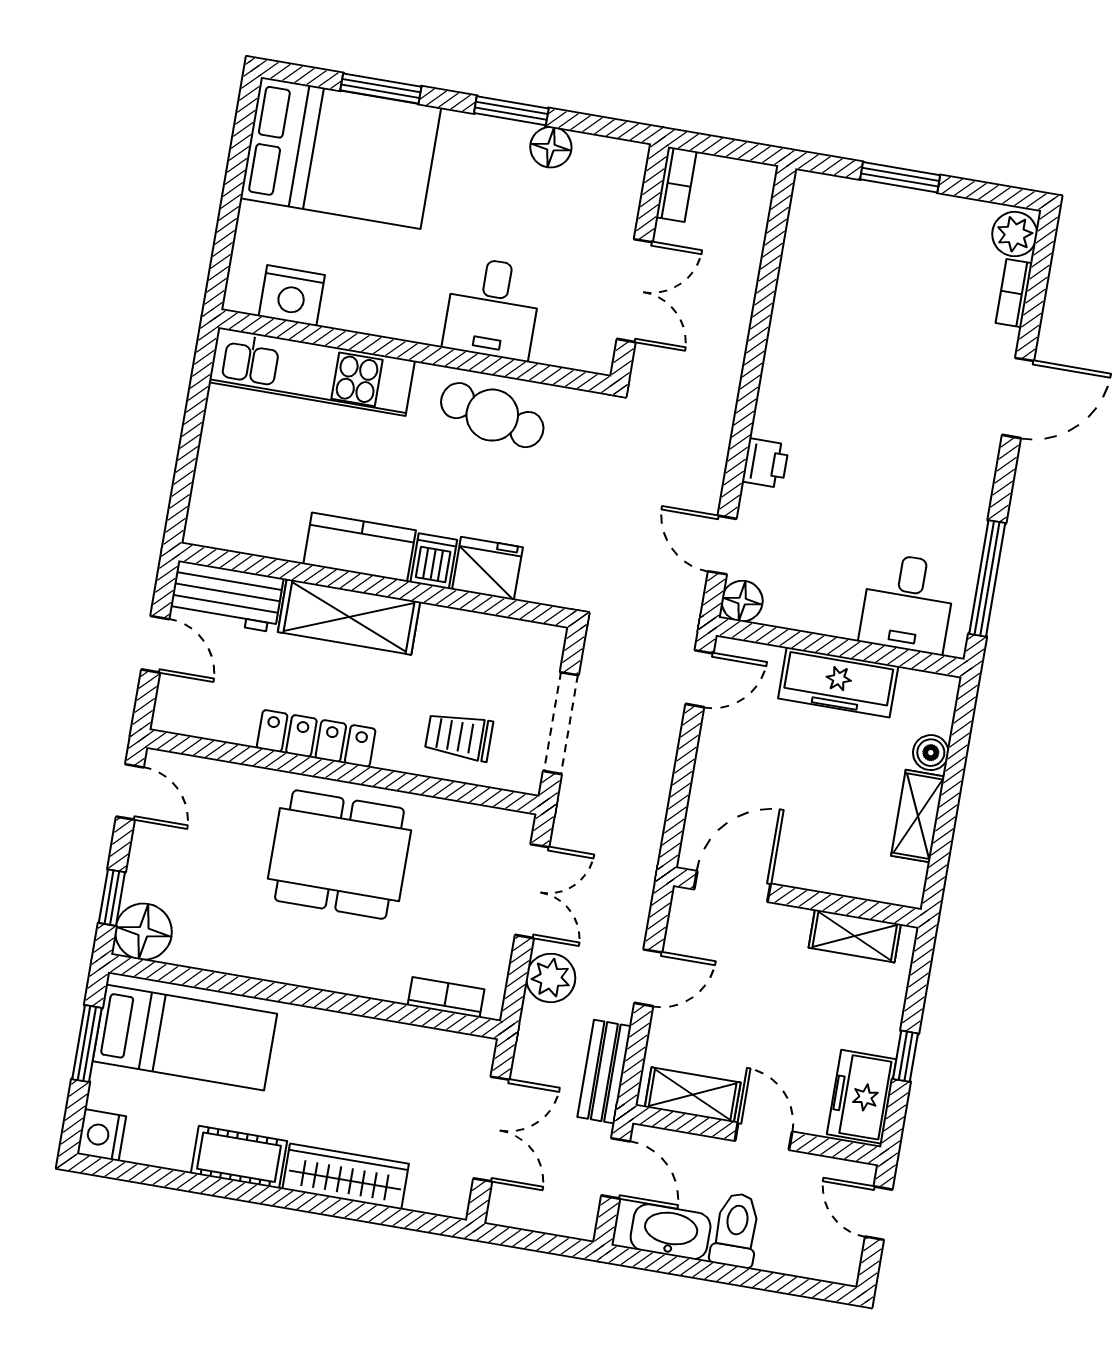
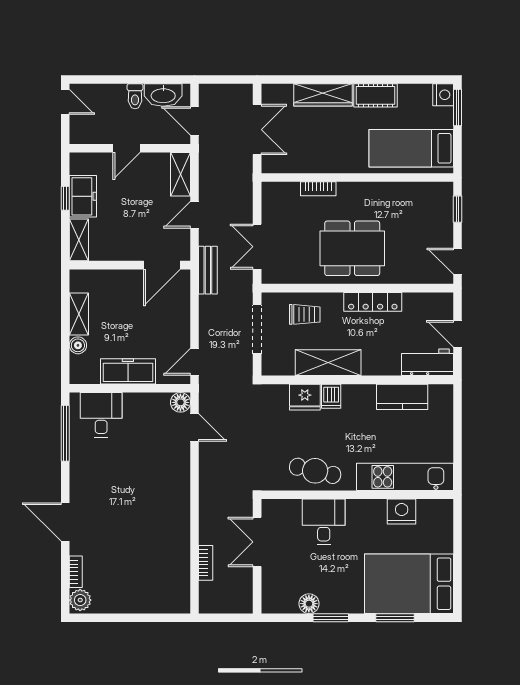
window: (900, 177) -> (140, 618), removed
bookcase: (676, 184) -> (206, 563), moved, turned 180
nightstand: (292, 296) -> (402, 512), moved
door: (1018, 398) -> (65, 522), hinge flipped
printer: (765, 463) -> (181, 470), removed
kitchen counter: (360, 547) -> (402, 397), moved
shelving: (349, 617) -> (328, 363), moved
floor lamp: (143, 932) -> (440, 195), removed
shelving: (855, 936) -> (79, 240), moved, turned 90
plant: (551, 978) -> (241, 207), removed
bookcase: (446, 997) -> (318, 189), moved
window: (87, 1044) -> (457, 108), moved
bench: (604, 1072) -> (208, 270), moved
shelving: (693, 1095) -> (181, 174), moved, turned 90
freezer: (862, 1097) -> (83, 196), moved
double door: (491, 1129) -> (257, 130), swing flipped
door: (764, 1136) -> (127, 148), hinge flipped
door: (879, 1213) -> (65, 102), moved
toilet: (736, 1230) -> (135, 96), width x0.73, depth x0.72

